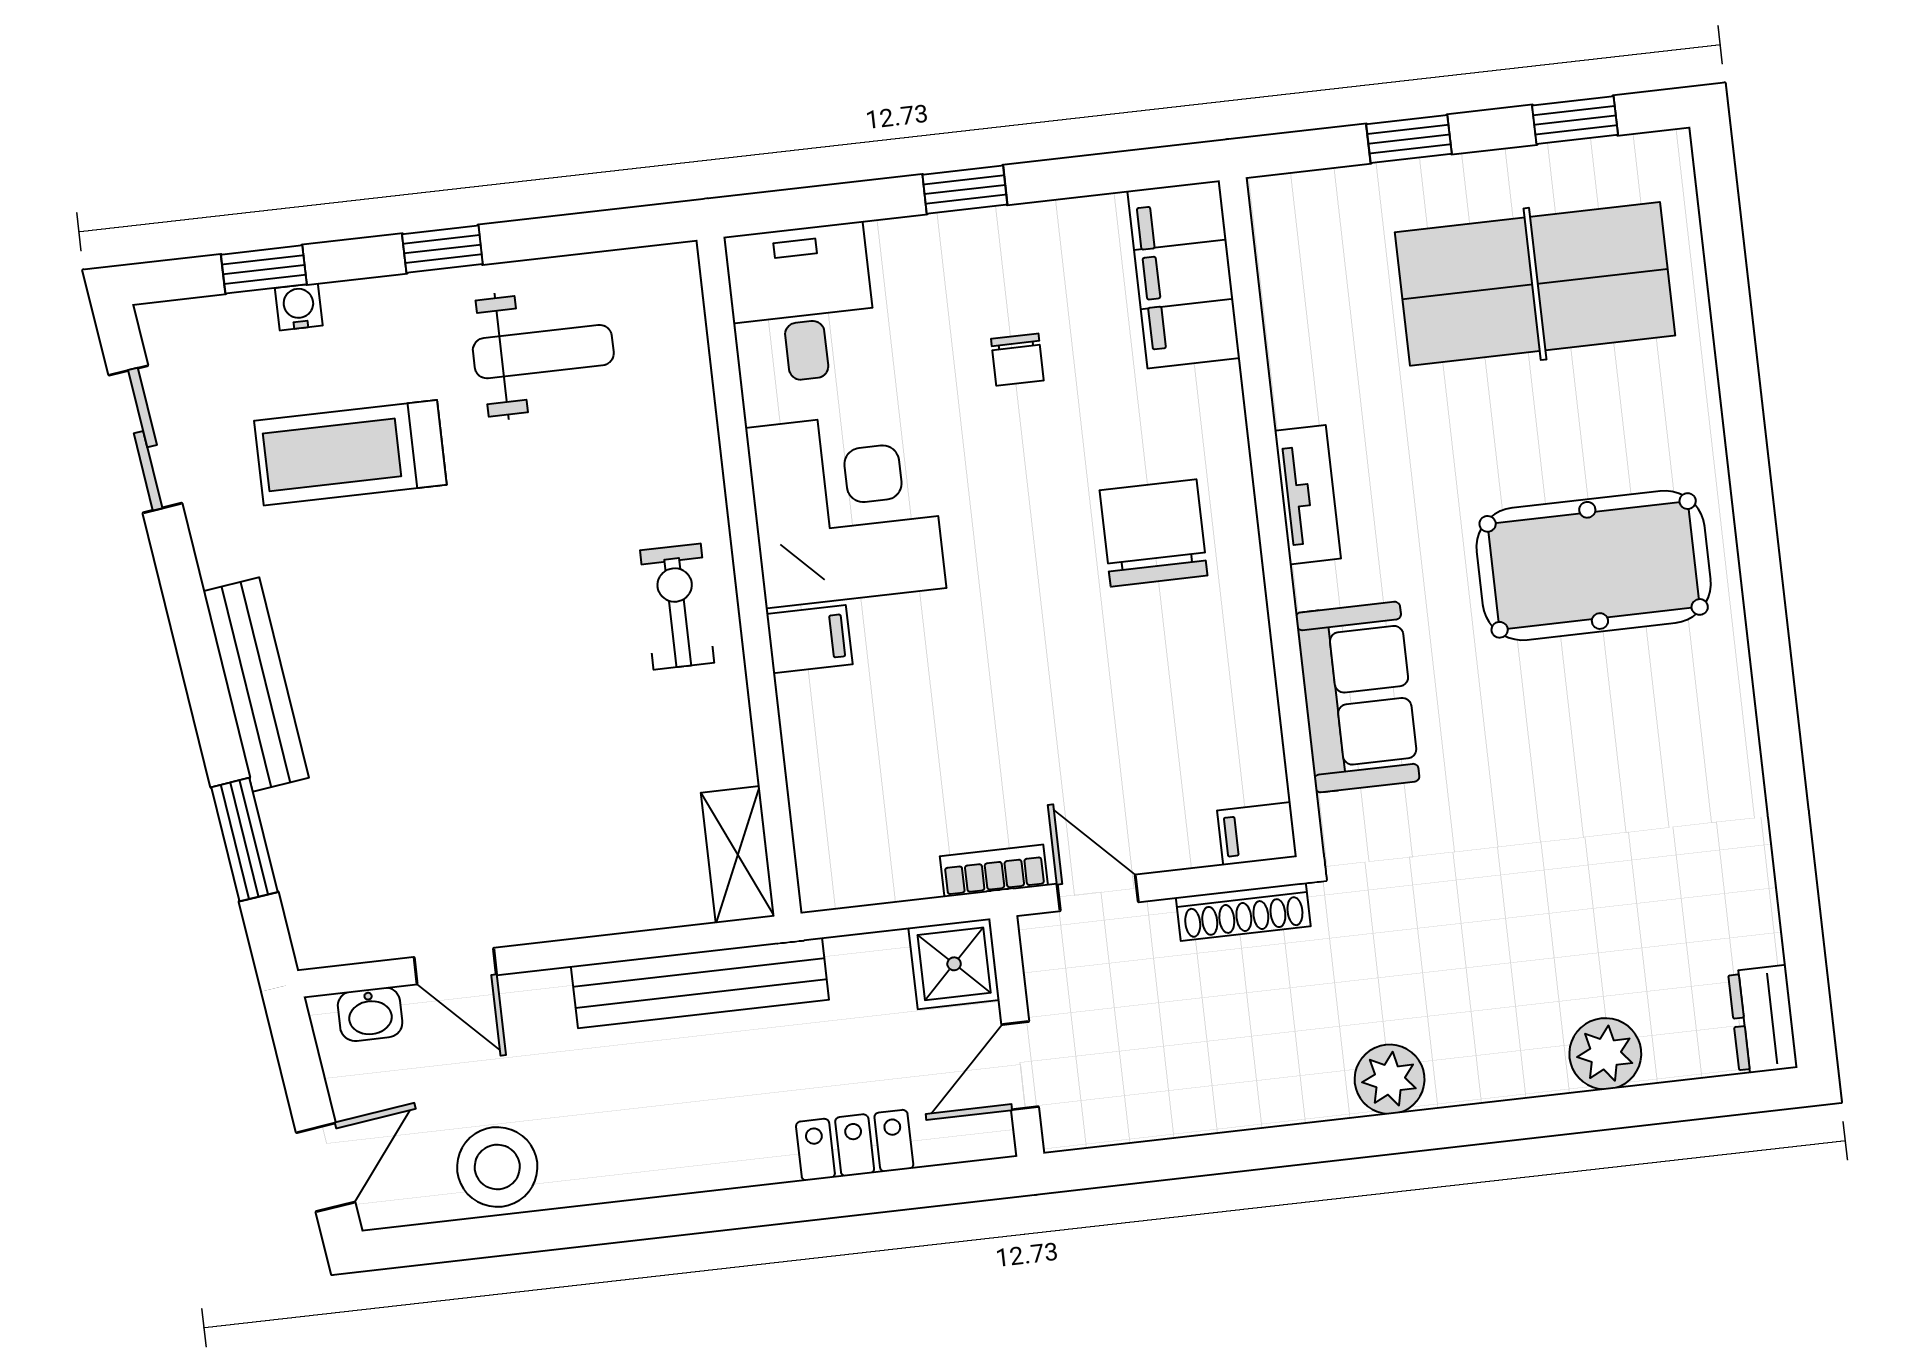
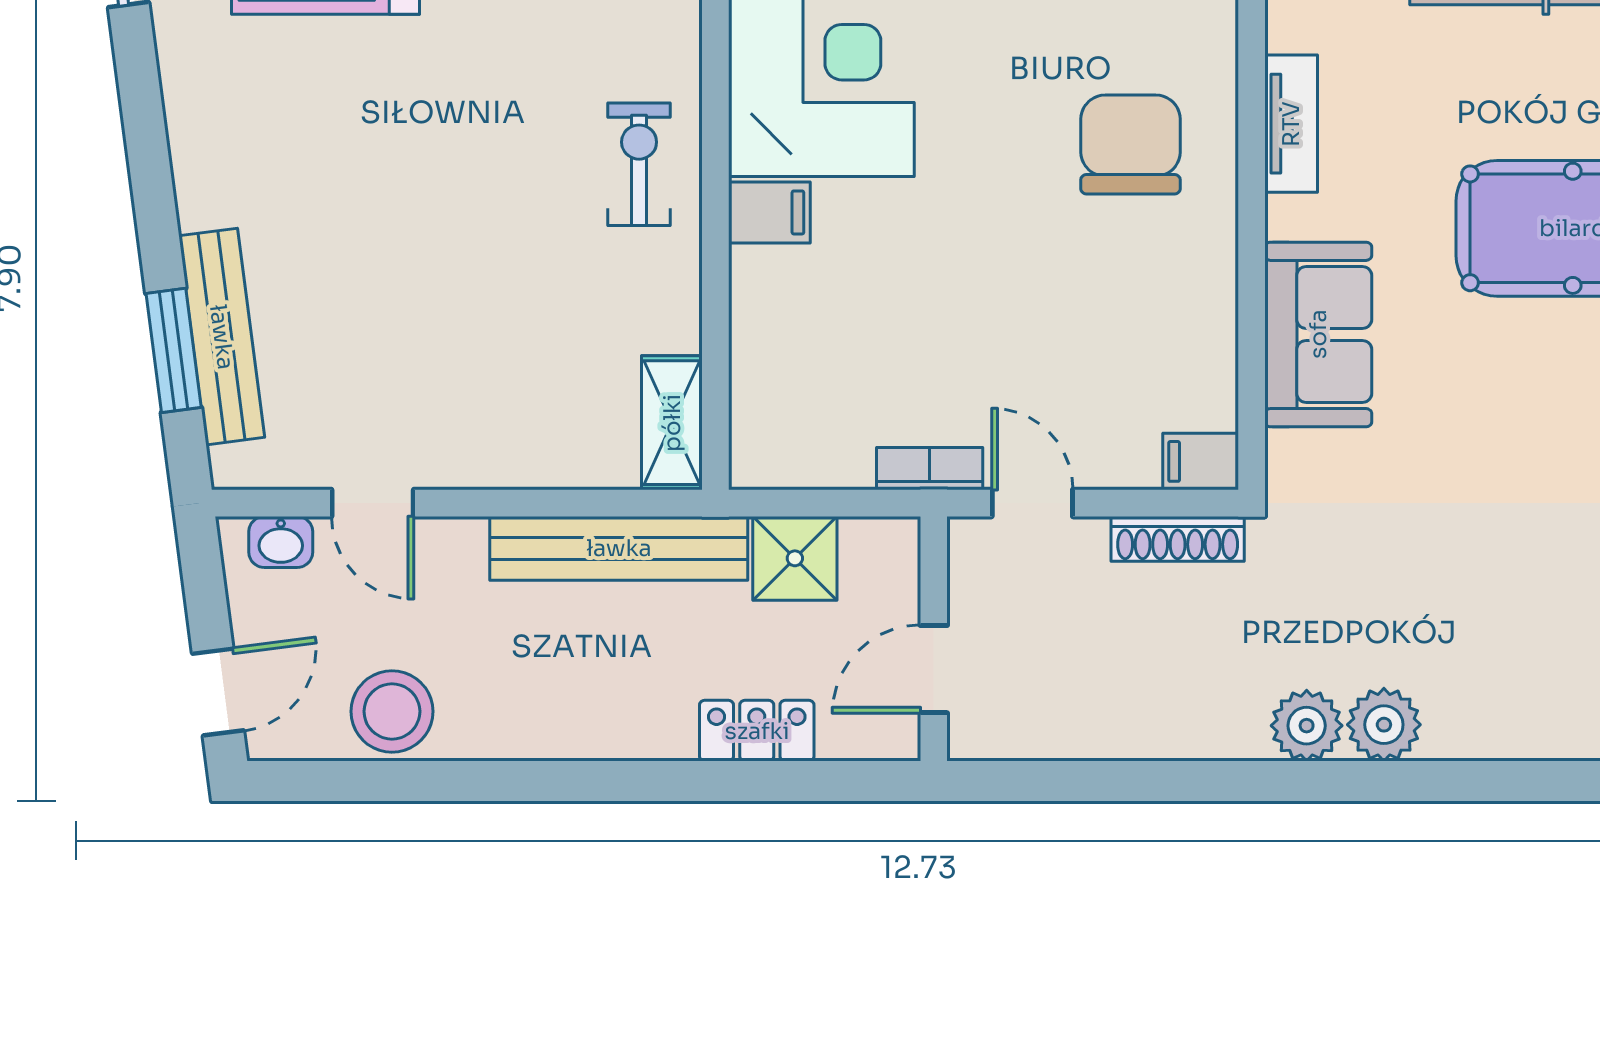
bench: (256, 685) -> (222, 337), moved
shower: (954, 964) -> (795, 558), moved
plant: (1605, 1054) -> (1384, 725), moved

